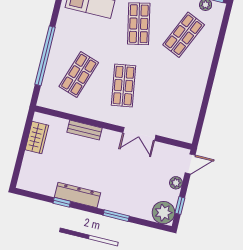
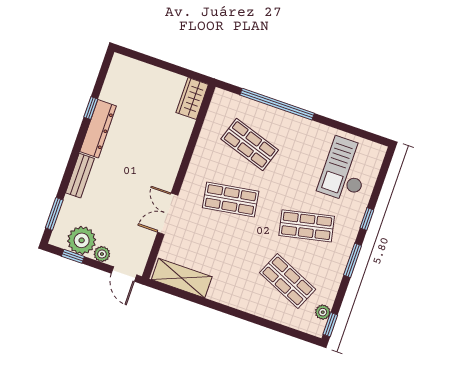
shelving: (189, 118) -> (182, 278), added
bench: (85, 130) -> (80, 176), moved
wardrobe: (37, 137) -> (192, 98), moved, turned 90
plant: (163, 213) -> (82, 240), moved
window: (116, 216) -> (54, 214), moved

